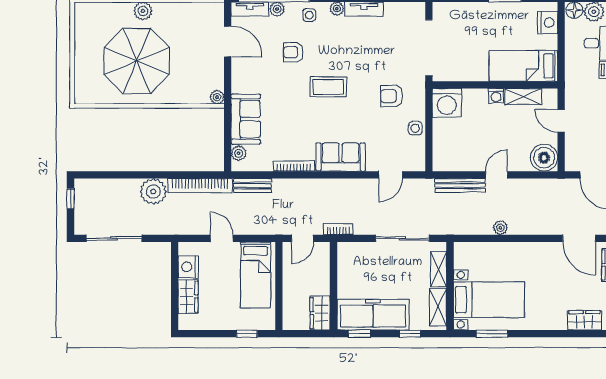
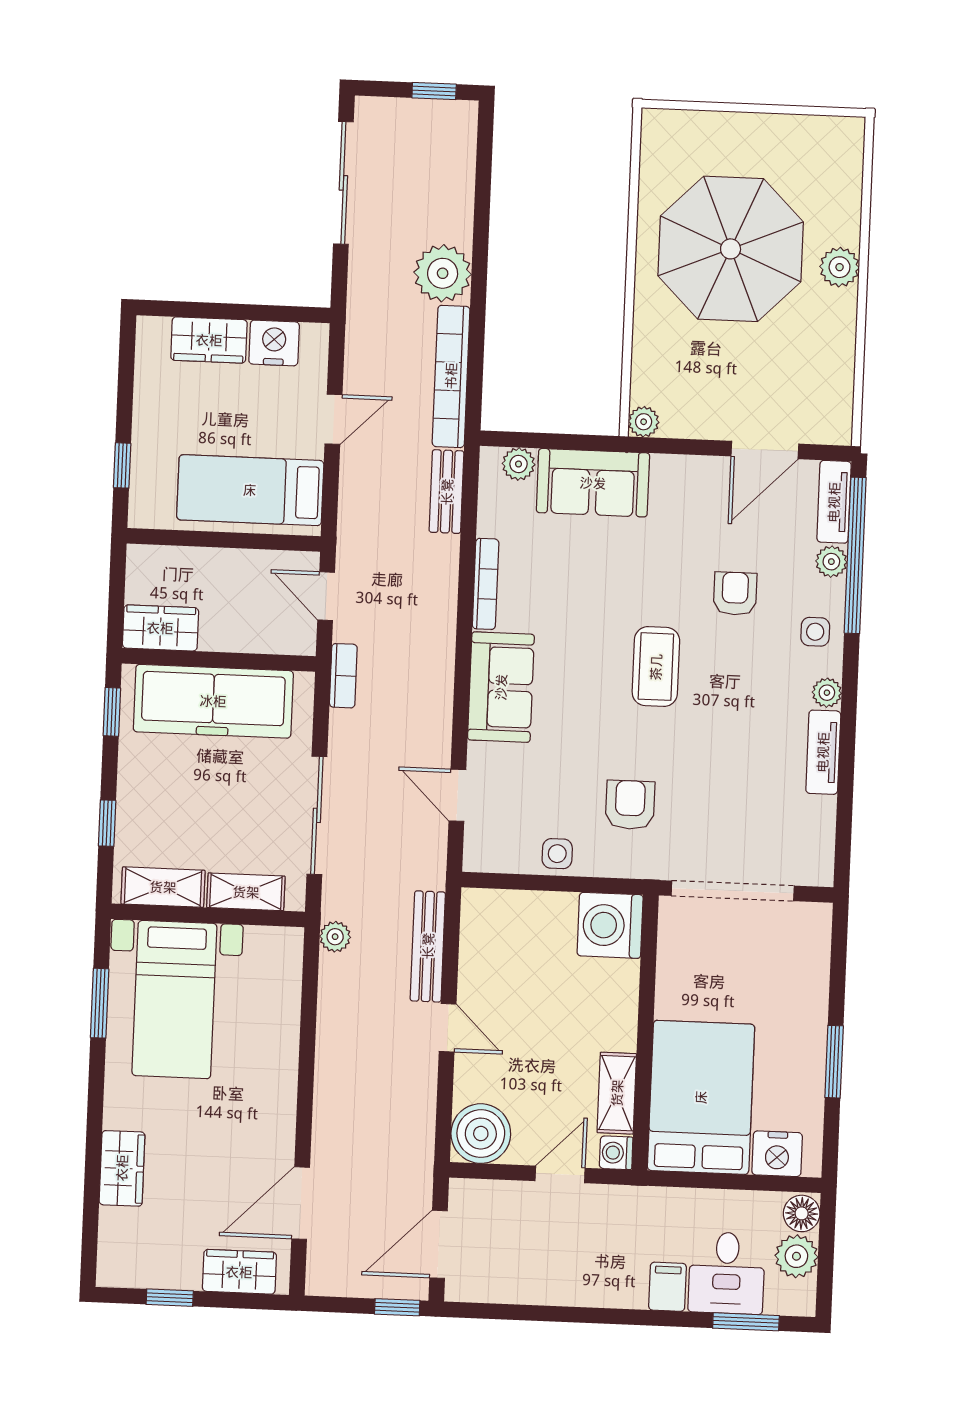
bed: (523, 66) -> (701, 1097), width x1.50
washing machine: (496, 96) -> (616, 1153), moved
plant: (500, 228) -> (335, 937), moved
freezer: (373, 315) -> (213, 701), moved, turned 90
wardrobe: (584, 320) -> (122, 1168), moved

